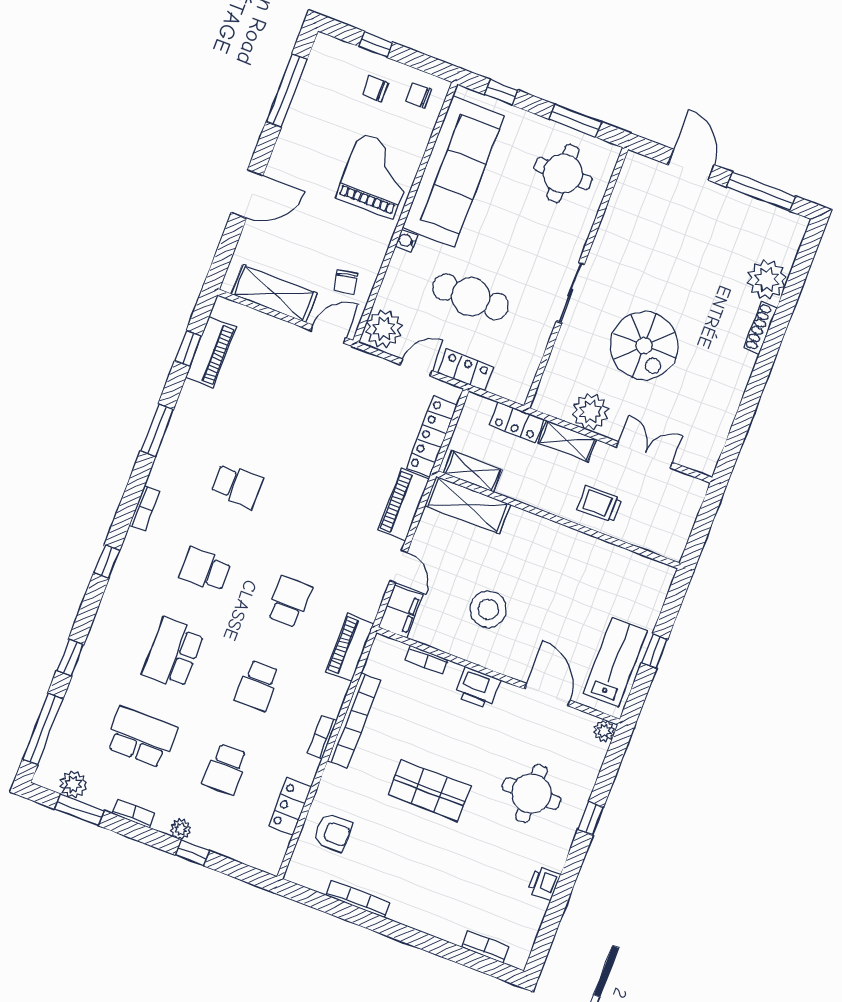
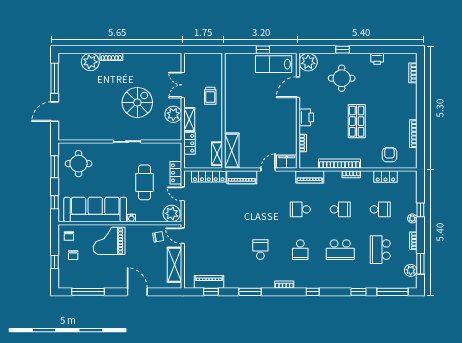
stool: (488, 609) -> (272, 125), removed
plant: (604, 731) -> (308, 62), width x1.87, depth x1.87

